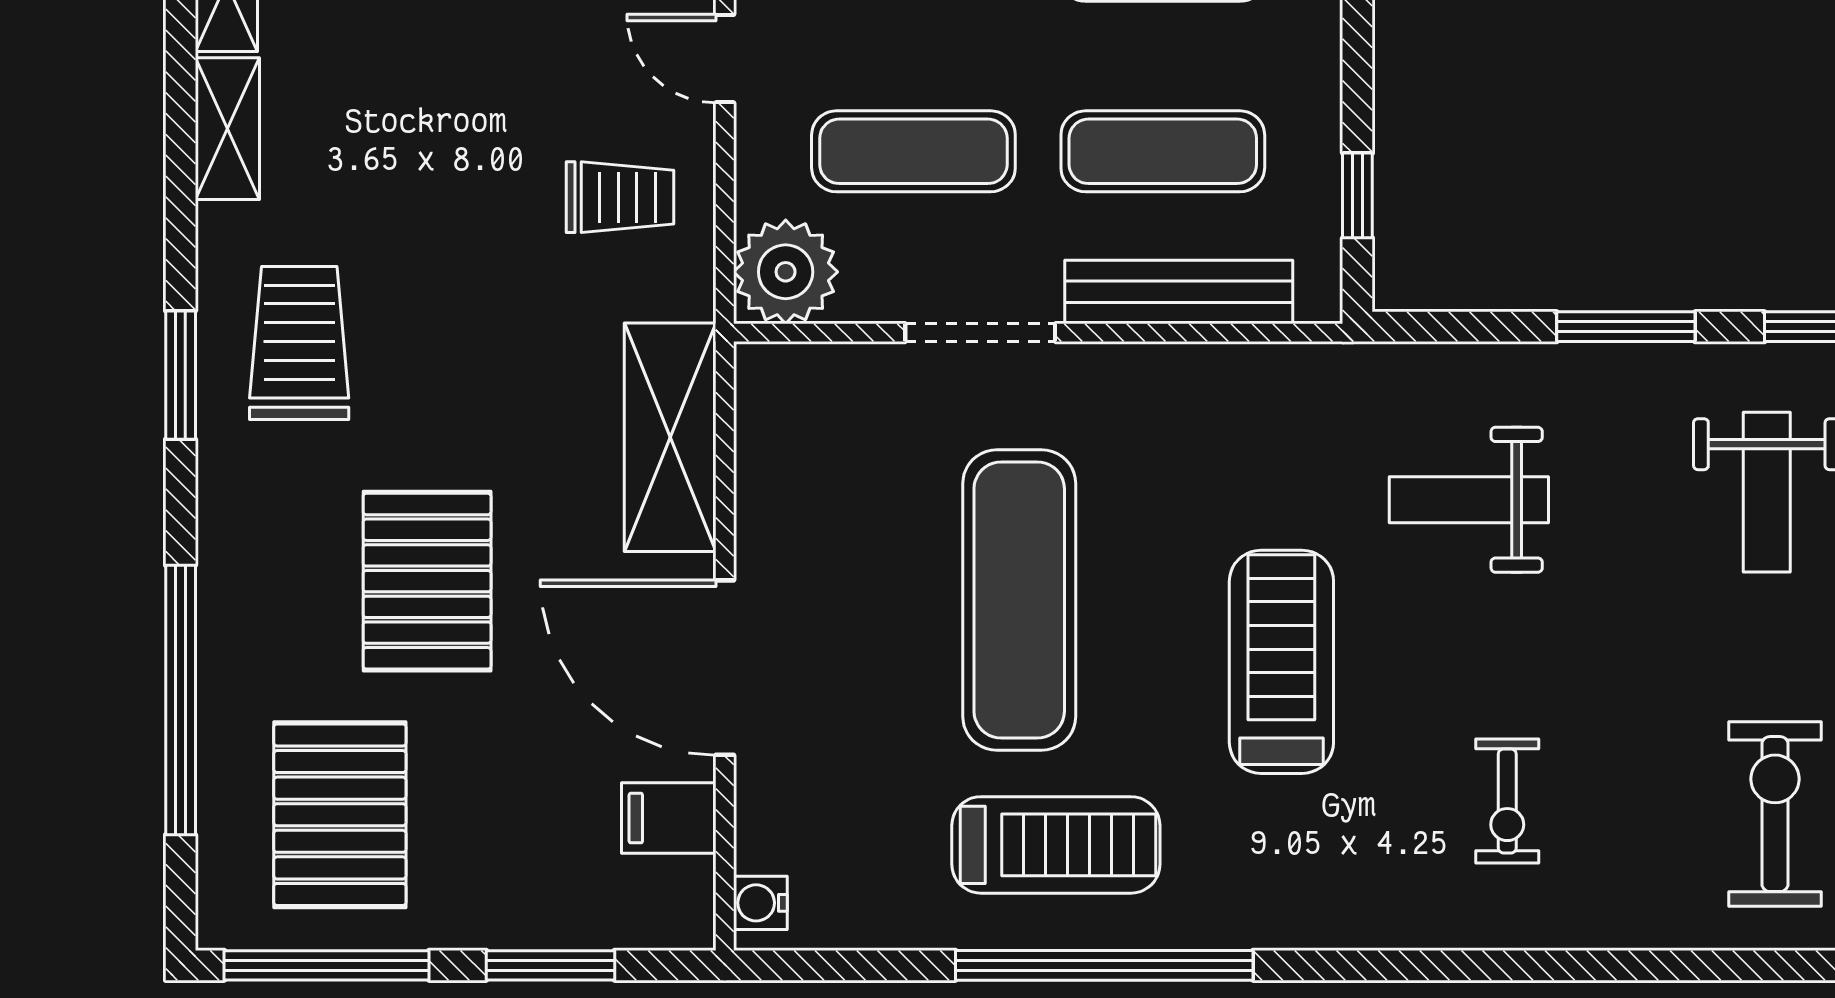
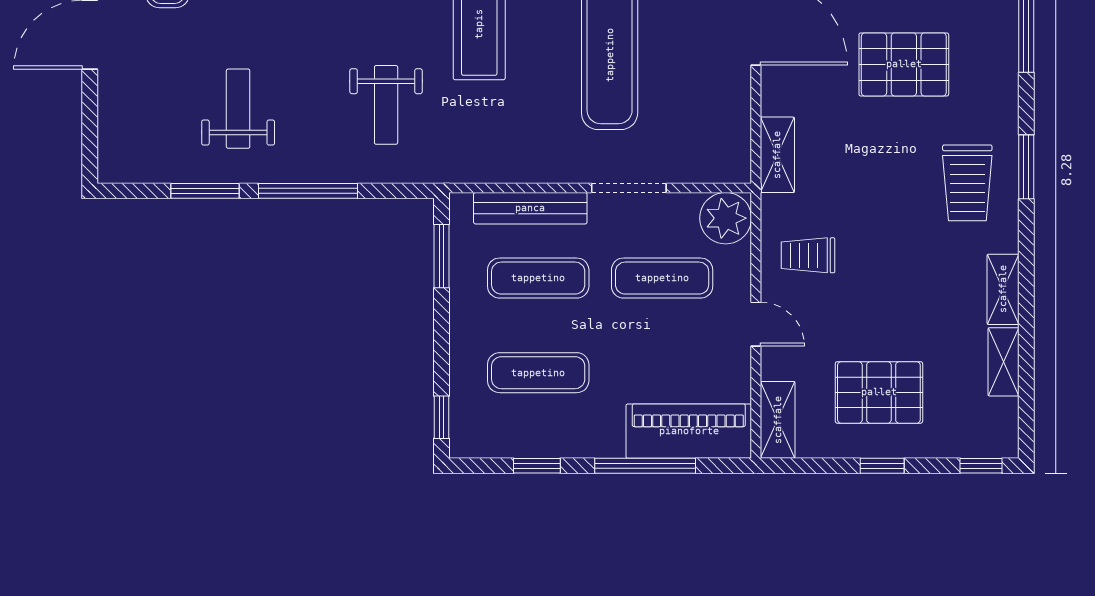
window: (1357, 195) -> (441, 256), width x1.50
window: (1626, 327) -> (308, 191), width x1.44
shelving: (670, 437) -> (777, 155), width x0.67, depth x0.75
weight bench: (1469, 500) -> (386, 105), turned 90
pallet: (427, 581) -> (904, 64), turned 90

